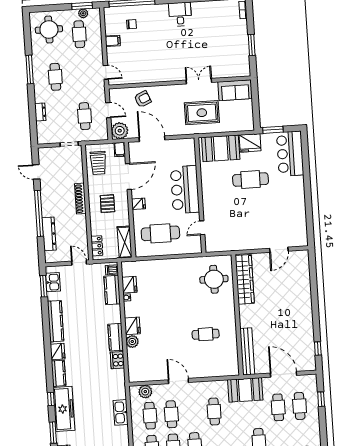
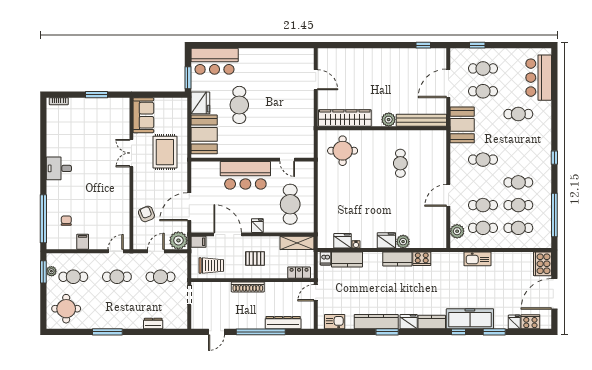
cafe table: (55, 77) -> (117, 277), moved
window: (44, 286) -> (387, 332), moved
plant: (246, 320) -> (389, 120), added

